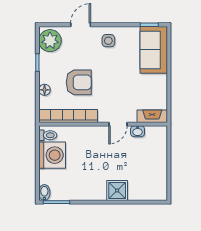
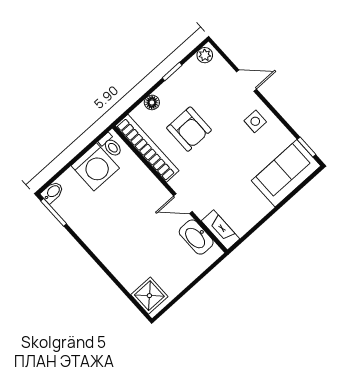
plant: (50, 41) -> (205, 55), width x0.53, depth x0.53
washbasin: (138, 131) -> (196, 237), width x1.91, depth x1.45
shower: (117, 190) -> (149, 296), moved

